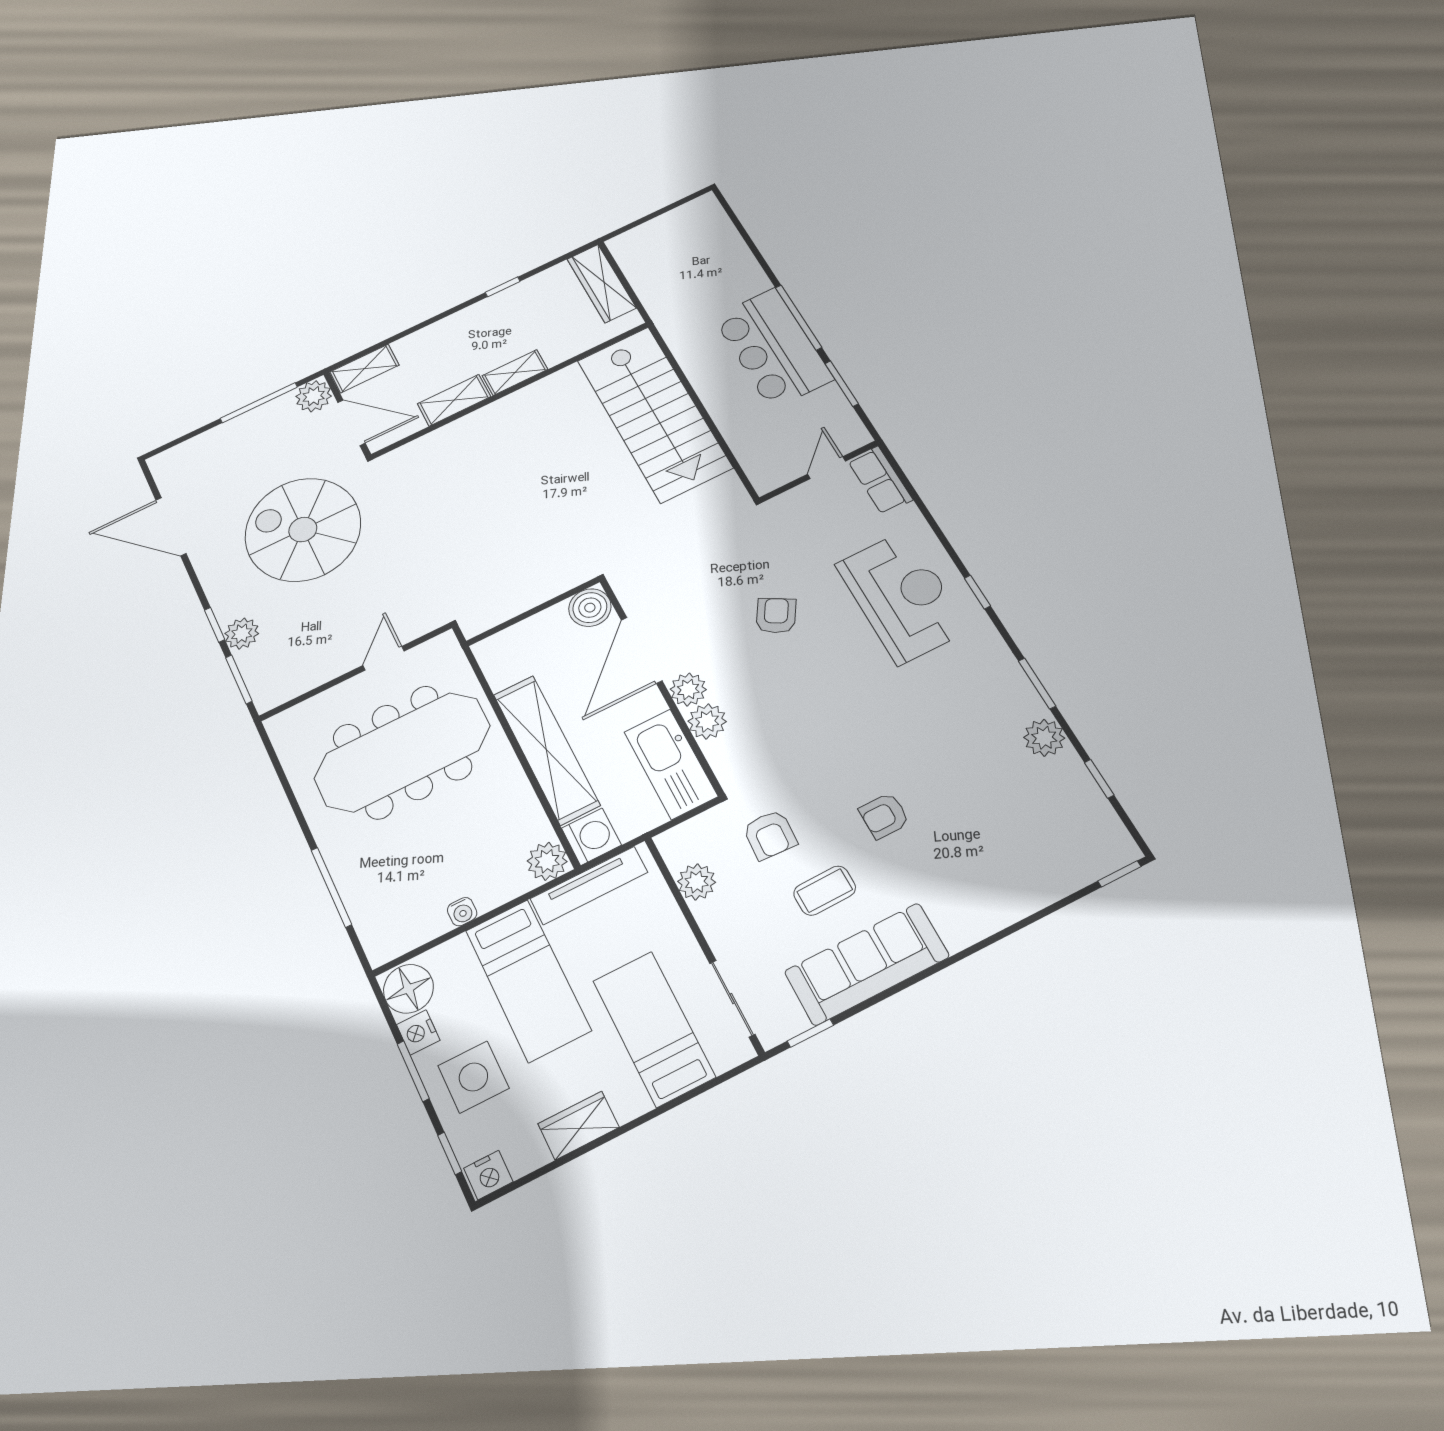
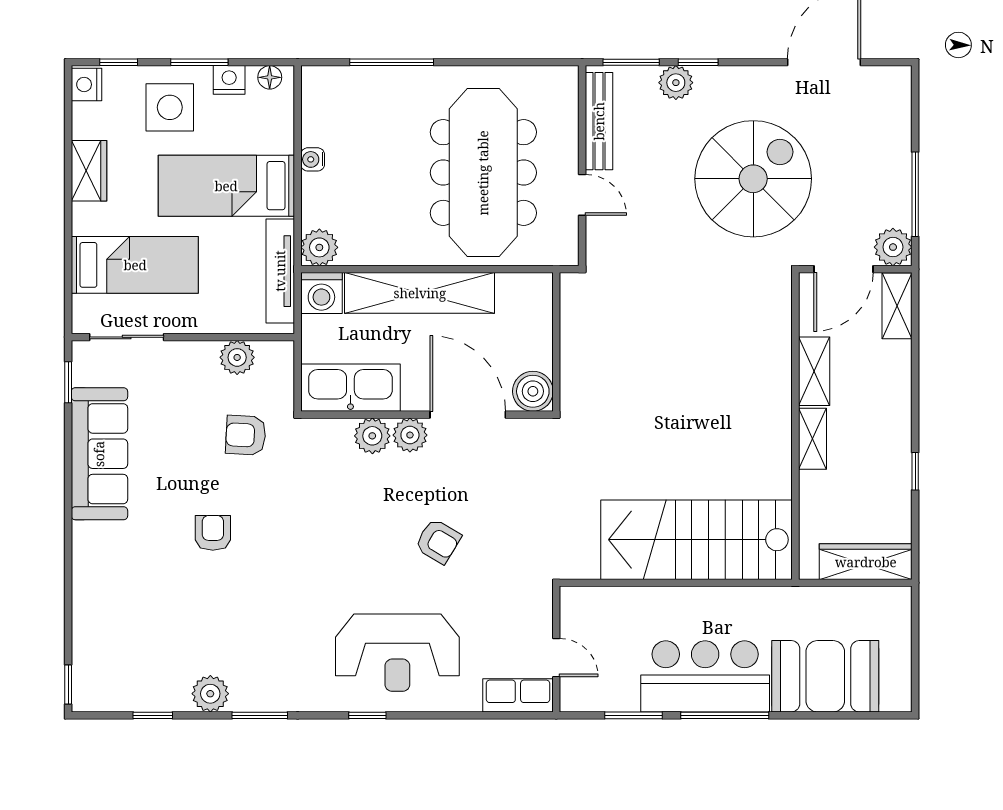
booth: (719, 263) -> (825, 676), added
bench: (307, 679) -> (599, 121), added
coffee table: (825, 891) -> (176, 453), removed
floor lamp: (408, 989) -> (270, 77), width x0.53, depth x0.53

